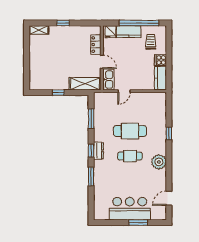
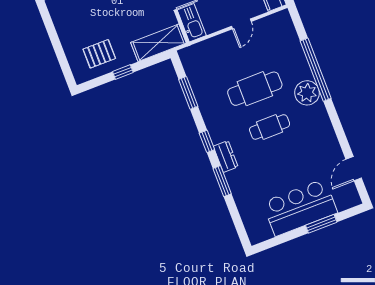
pallet: (49, 77) -> (99, 54), added
door: (124, 91) -> (241, 24), moved
window: (169, 133) -> (316, 70), width x3.17
dresser: (98, 151) -> (226, 156), moved
plant: (159, 162) -> (307, 93), moved

